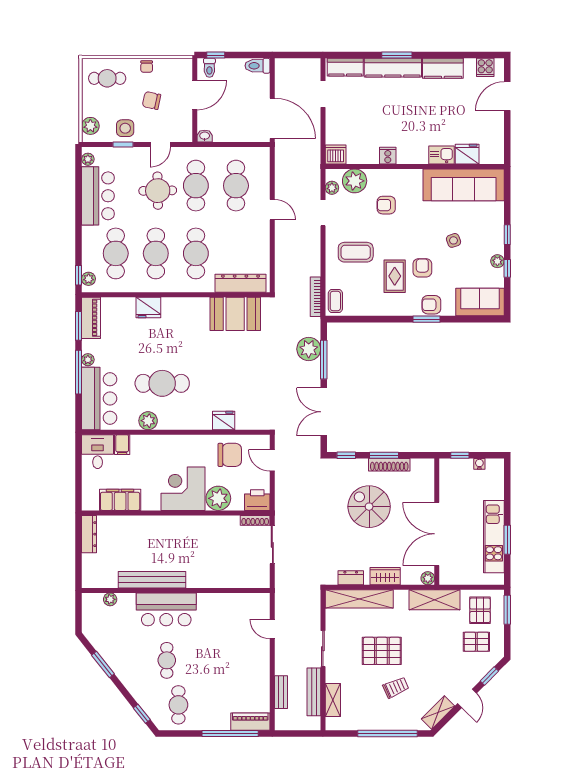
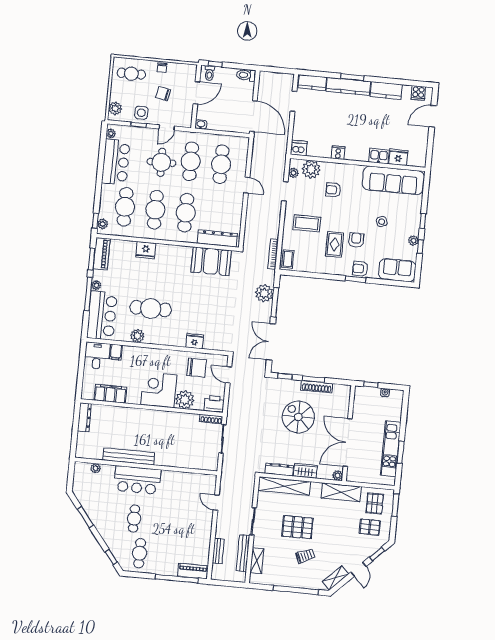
dresser: (351, 578) -> (279, 469), width x1.44

